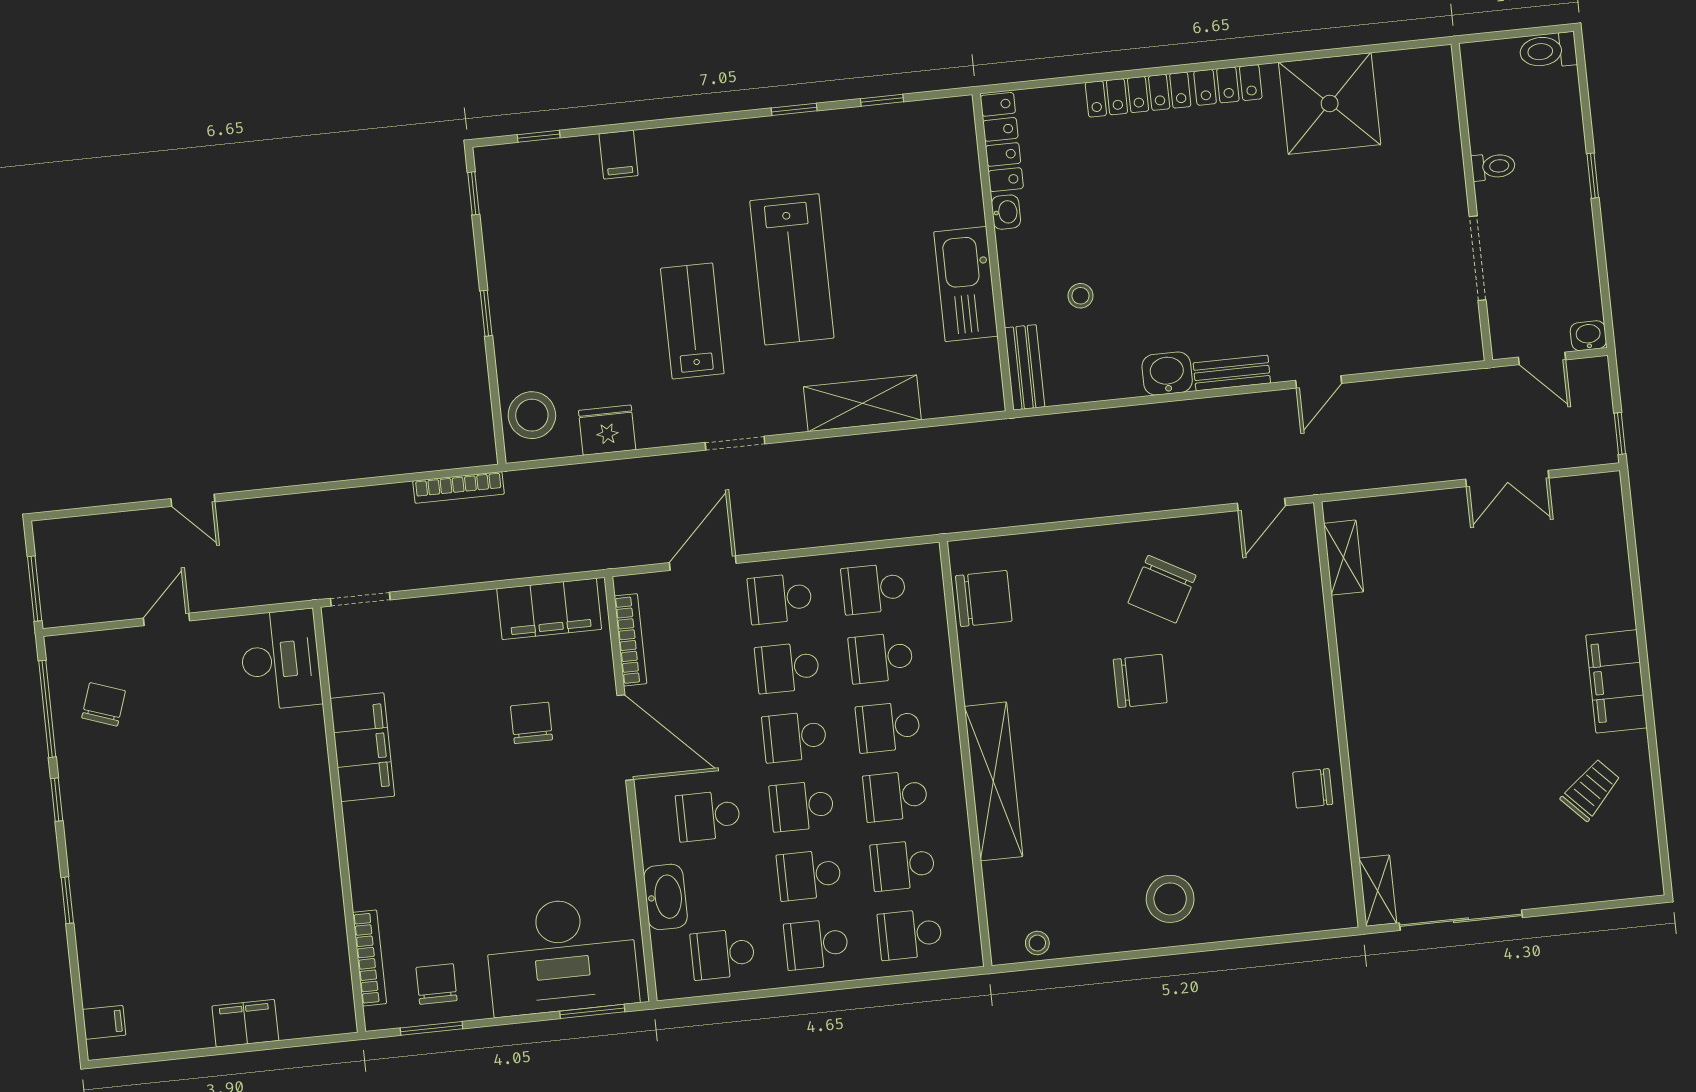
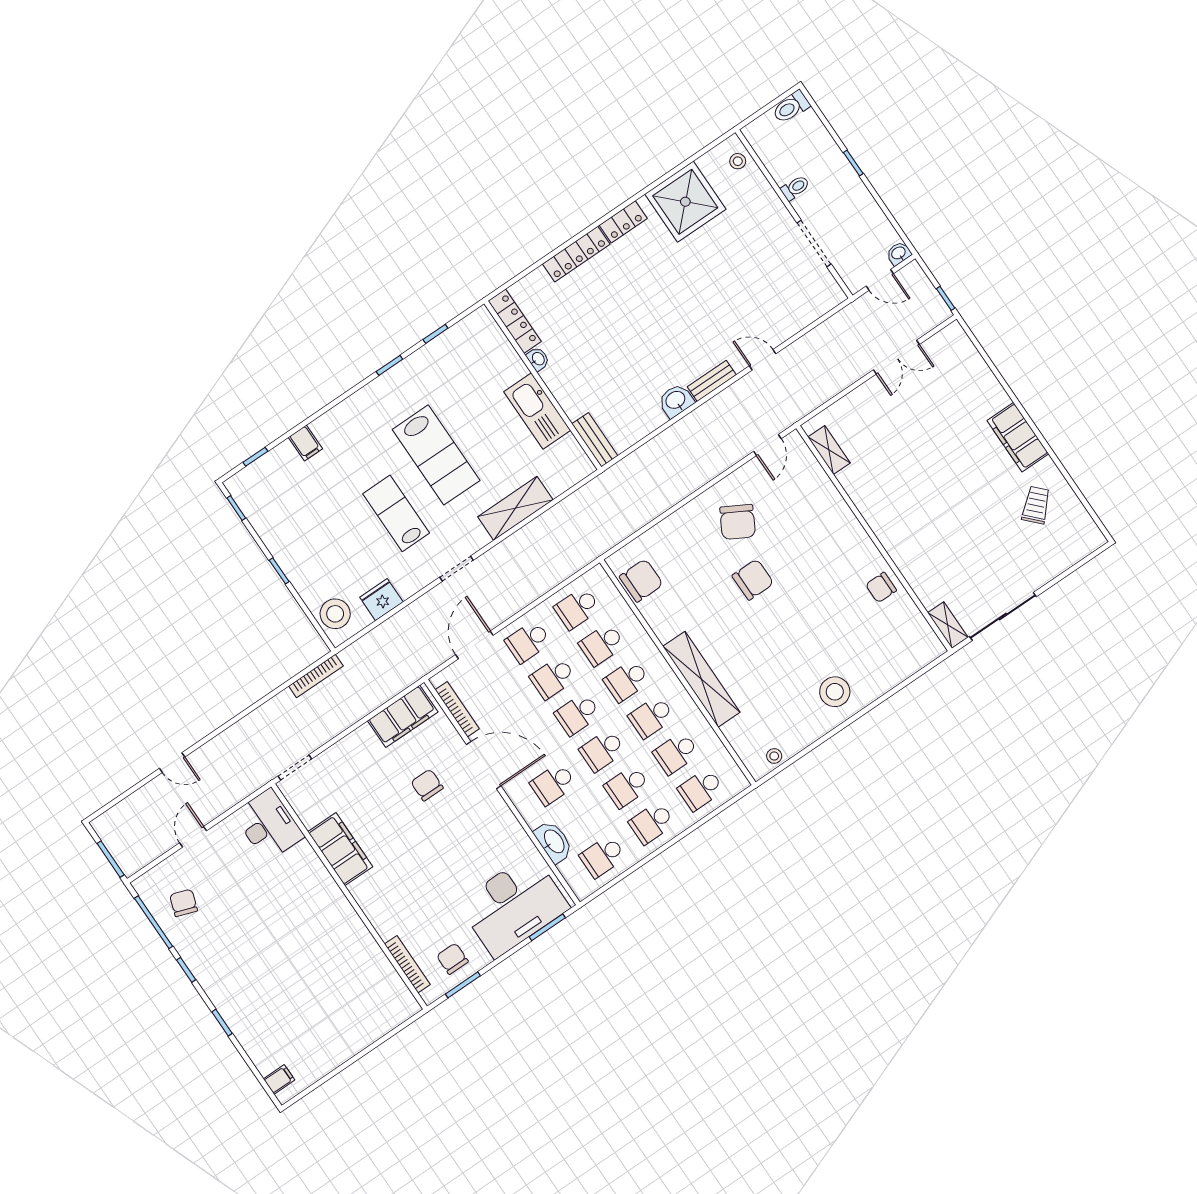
stool: (1080, 296) -> (738, 161), moved
door: (1319, 382) -> (763, 360), swing flipped
filing cabinet: (245, 1023) -> (358, 1038), removed

